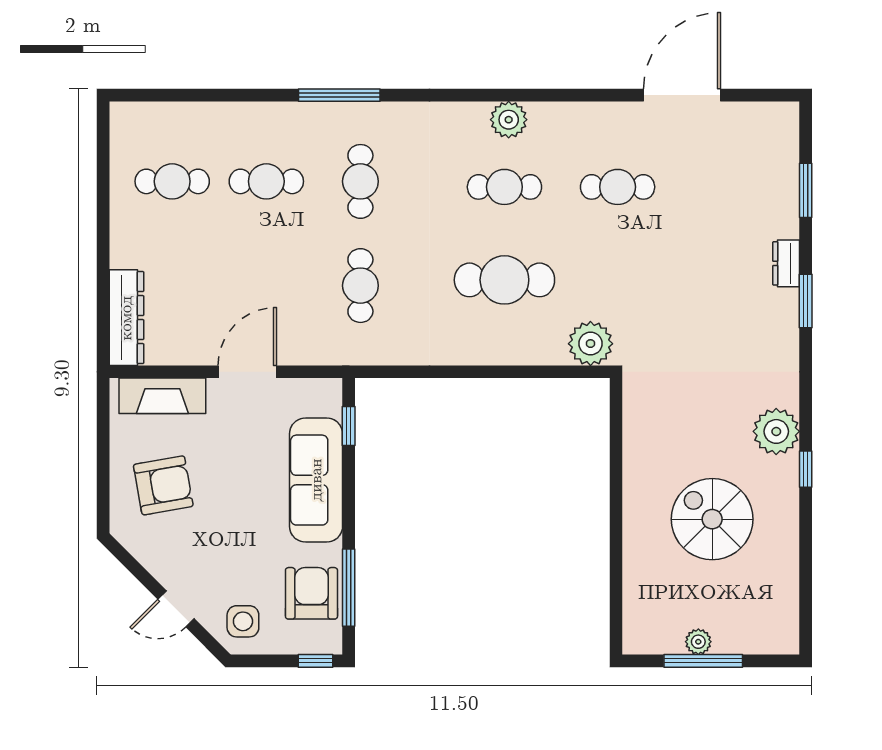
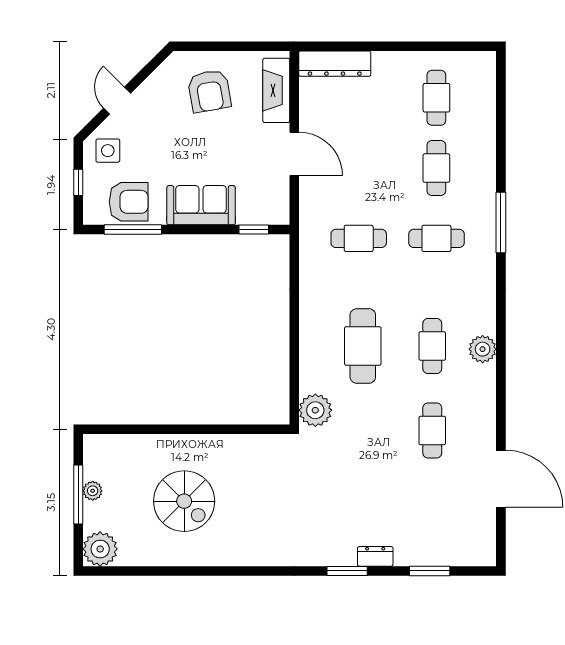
plant: (776, 431) -> (100, 549), moved
window: (806, 469) -> (222, 571), removed
sofa: (316, 480) -> (201, 205), width x0.73
spiral stairs: (712, 519) -> (184, 501), turned 90
window: (316, 661) -> (78, 182), moved

